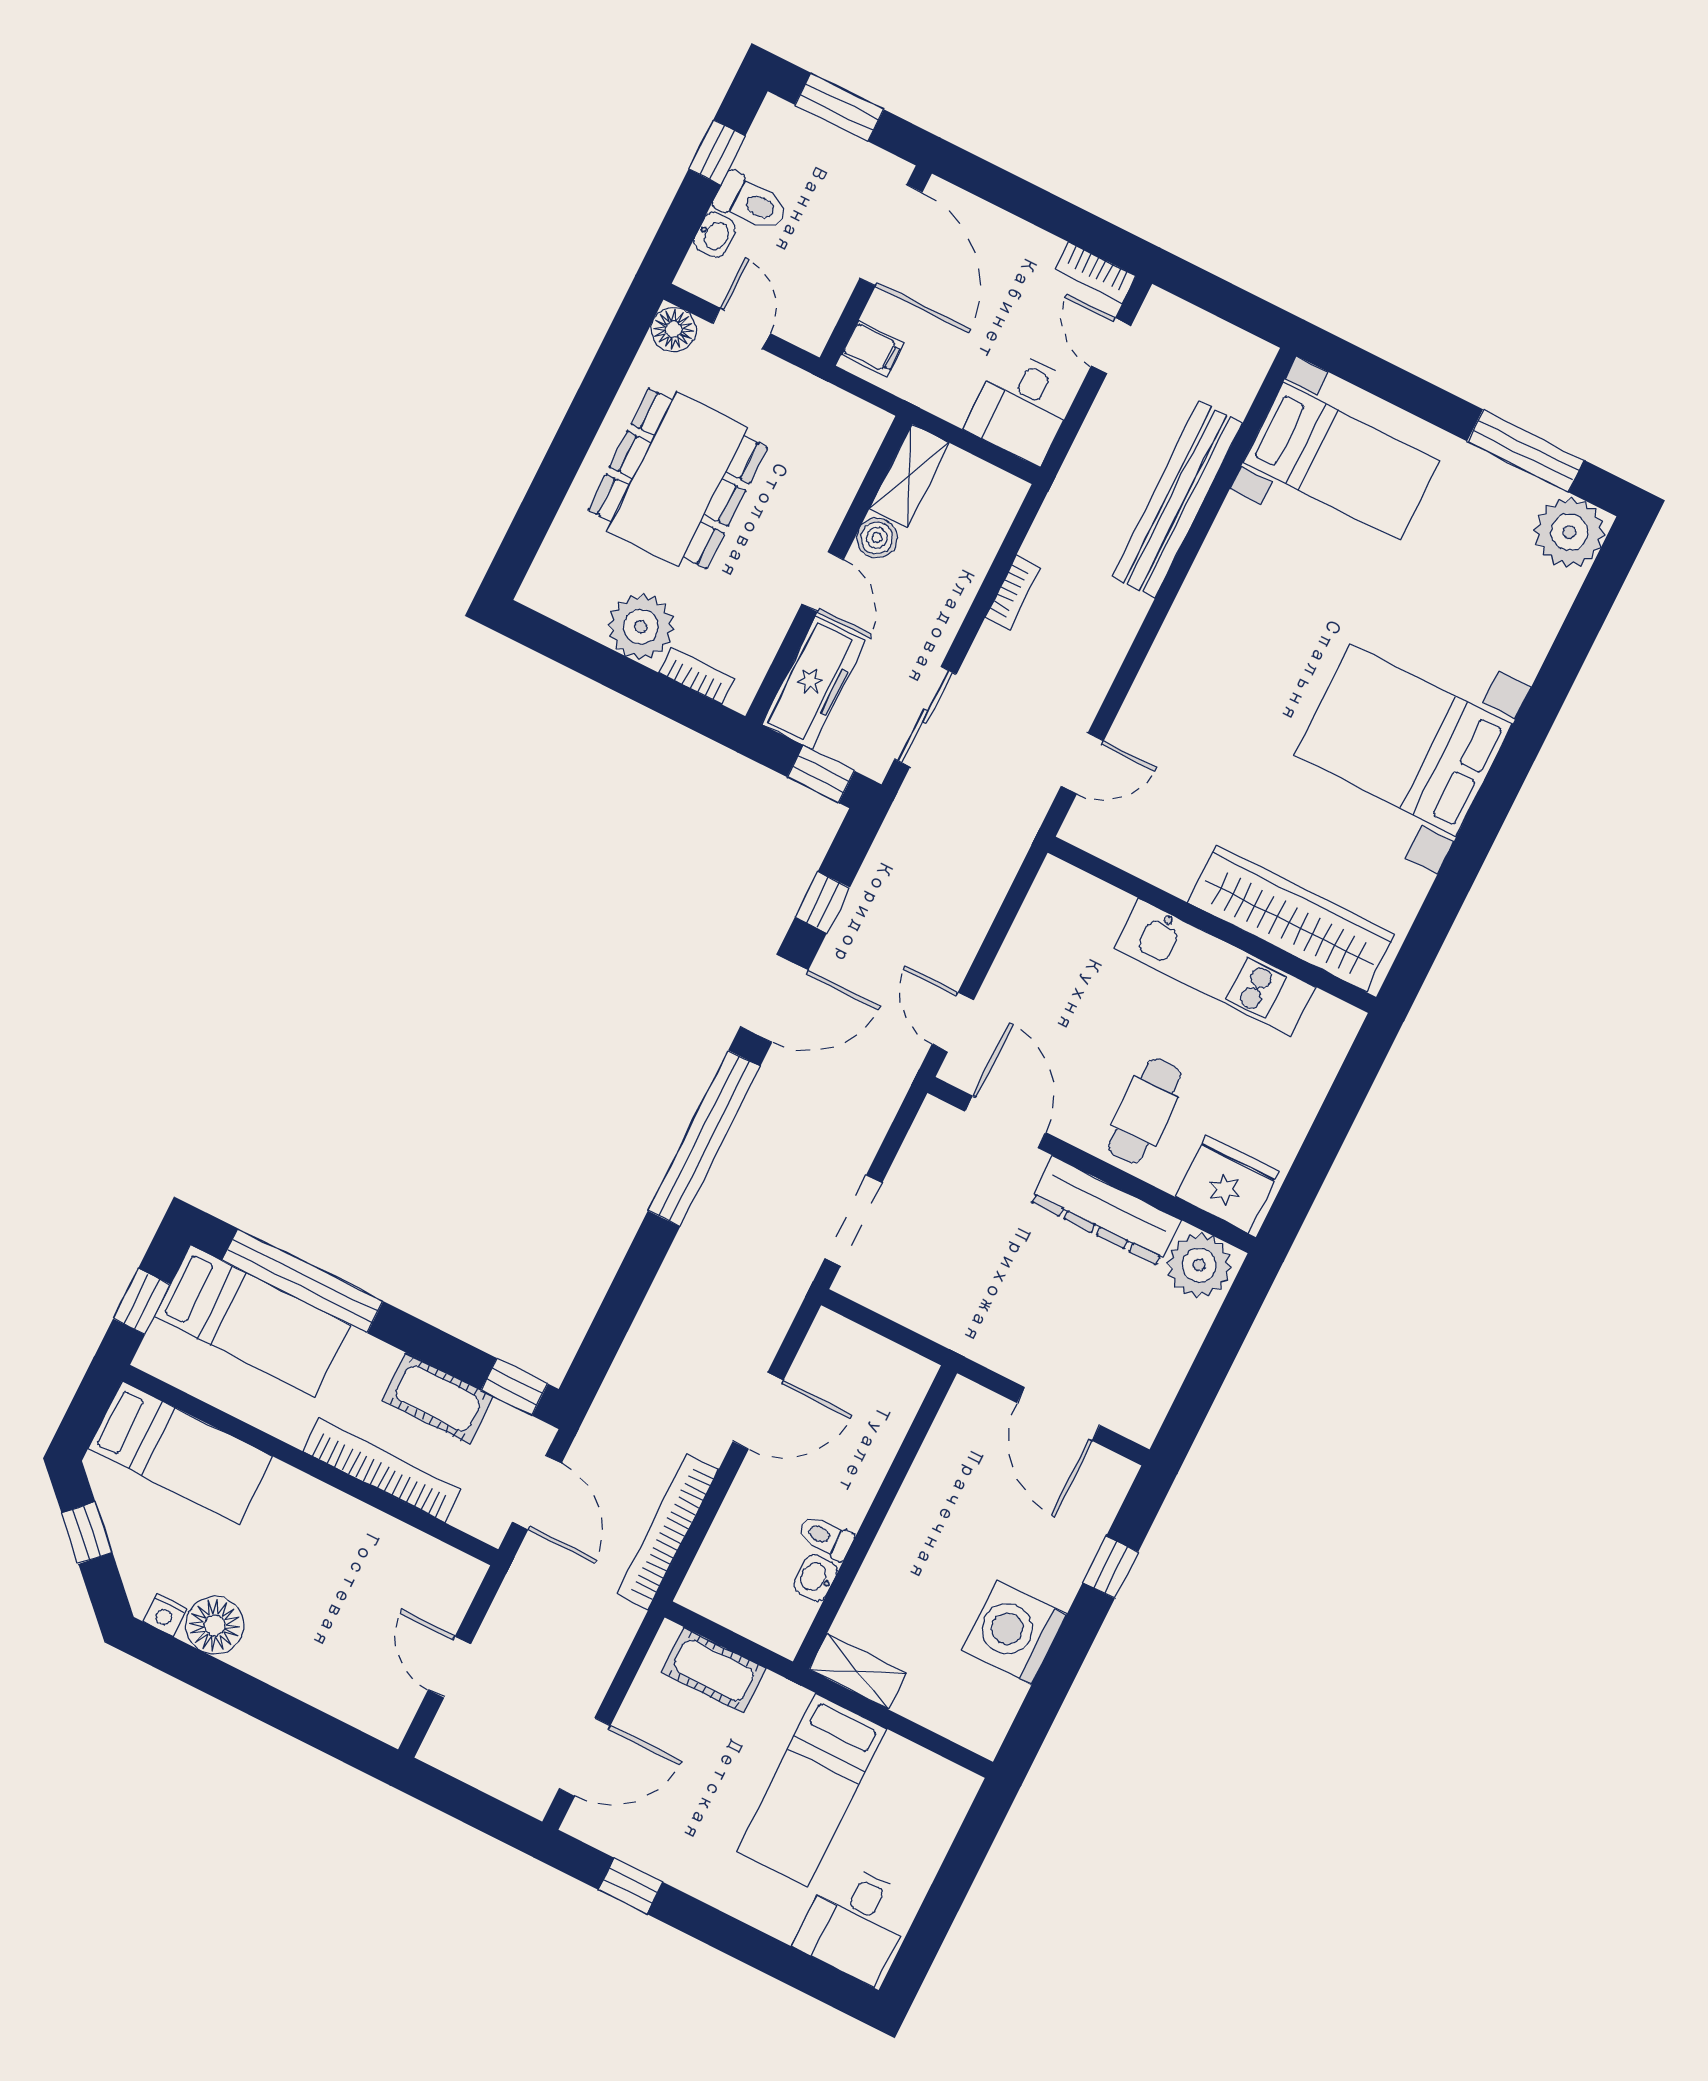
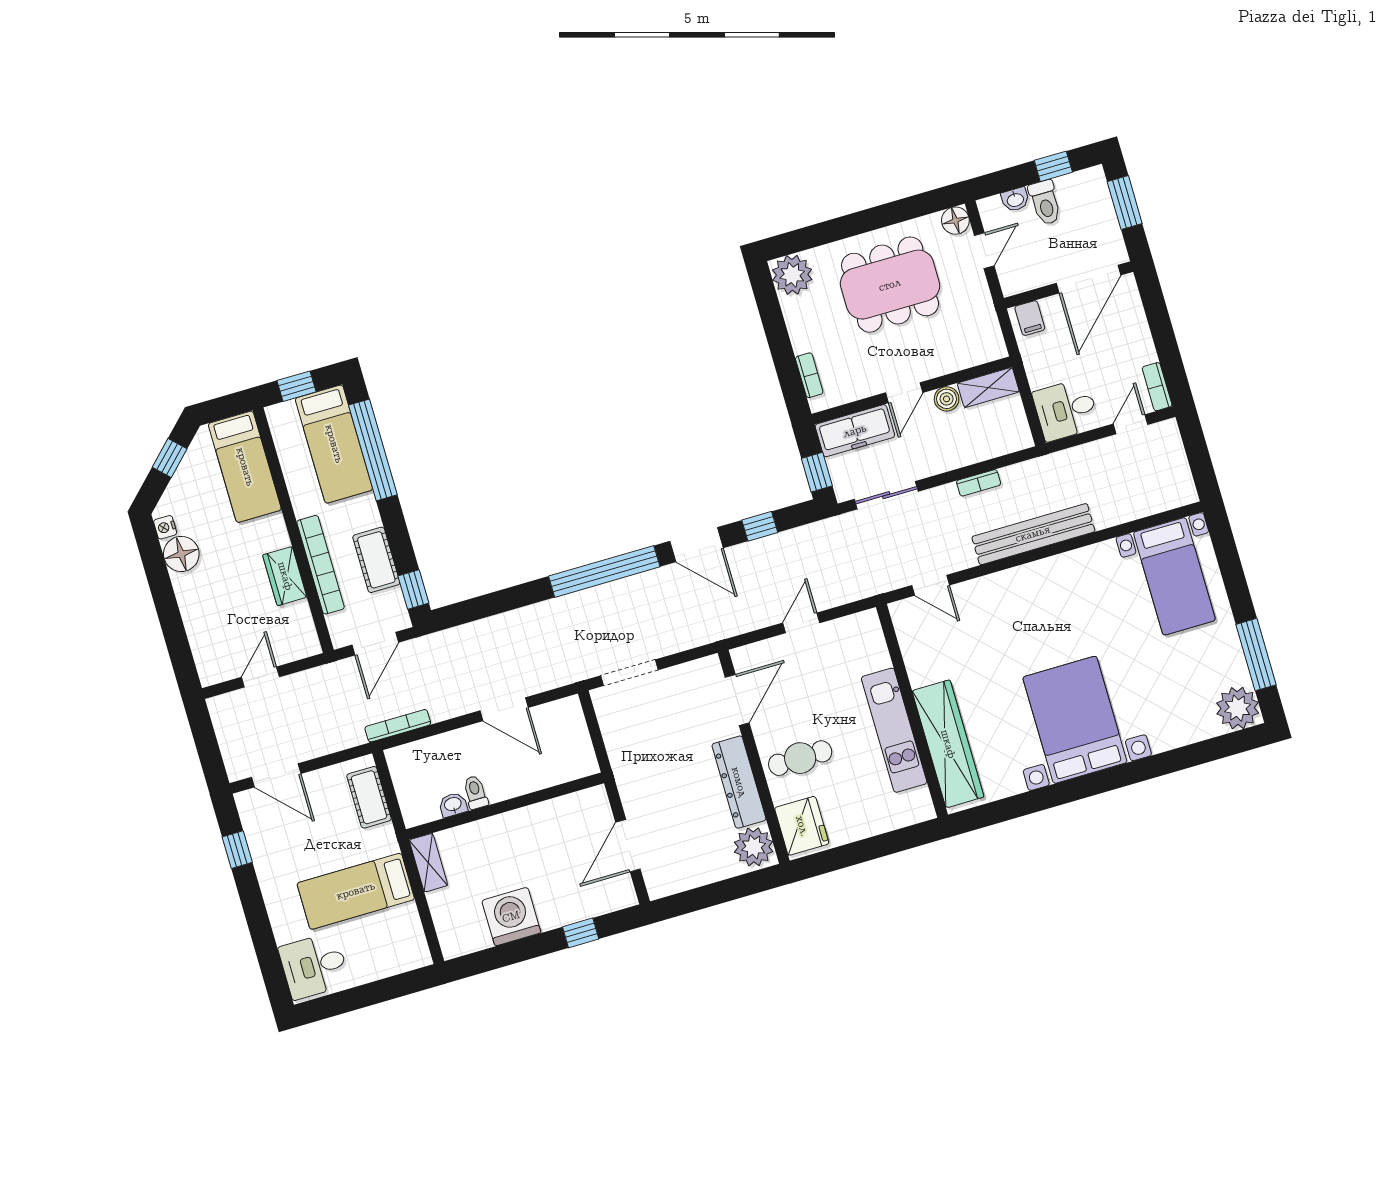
bench: (1177, 500) -> (1033, 534), moved
plant: (641, 627) -> (792, 275), moved
door: (953, 1022) -> (801, 623), moved
wardrobe: (356, 1526) -> (285, 576), added
bookcase: (668, 1532) -> (398, 726), width x0.68, depth x0.76

